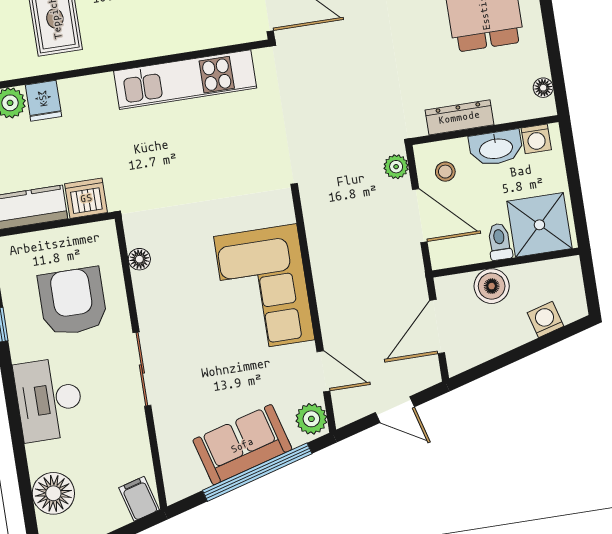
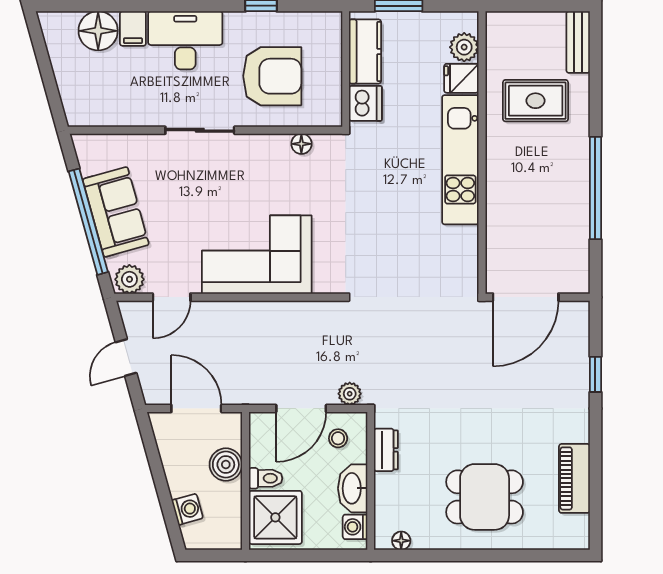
kitchen unit: (185, 80) -> (460, 160), moved
dresser: (459, 117) -> (386, 450), width x0.70
filing cabinet: (139, 499) -> (133, 29), moved, turned 106

